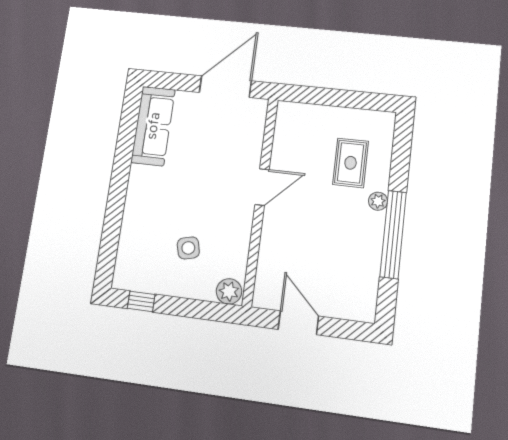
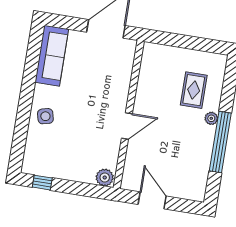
door: (262, 187) -> (127, 126), moved
side table: (188, 248) -> (45, 116), moved

